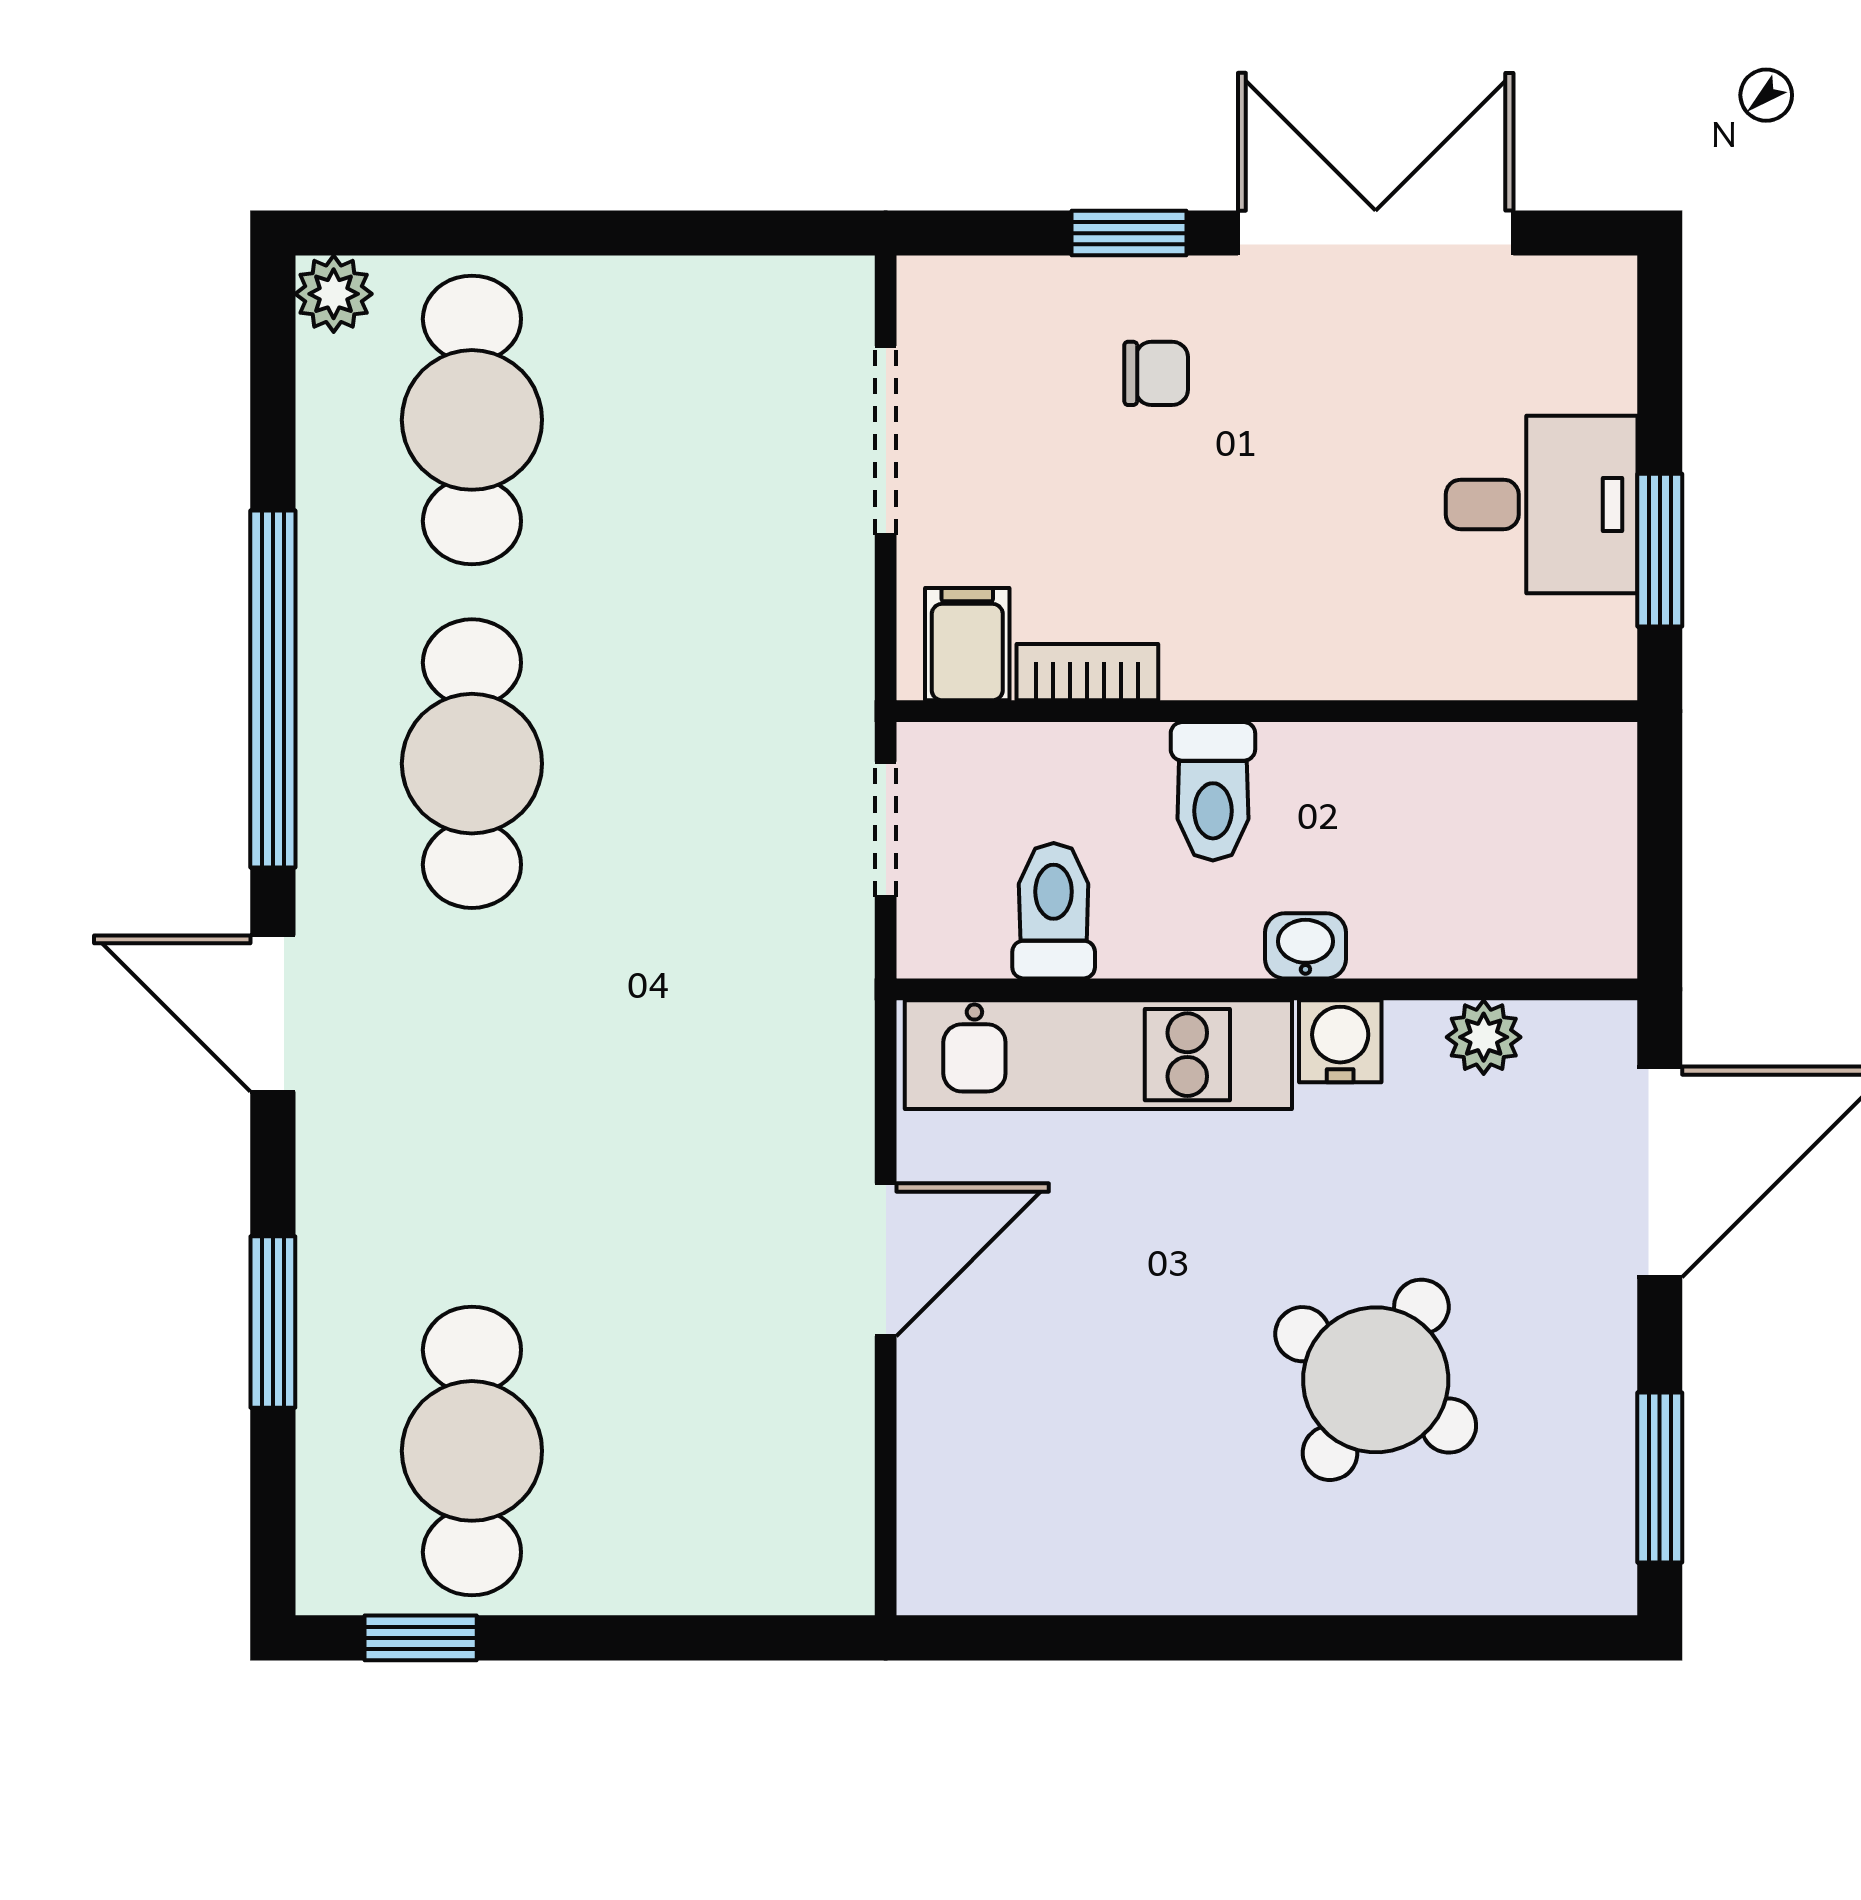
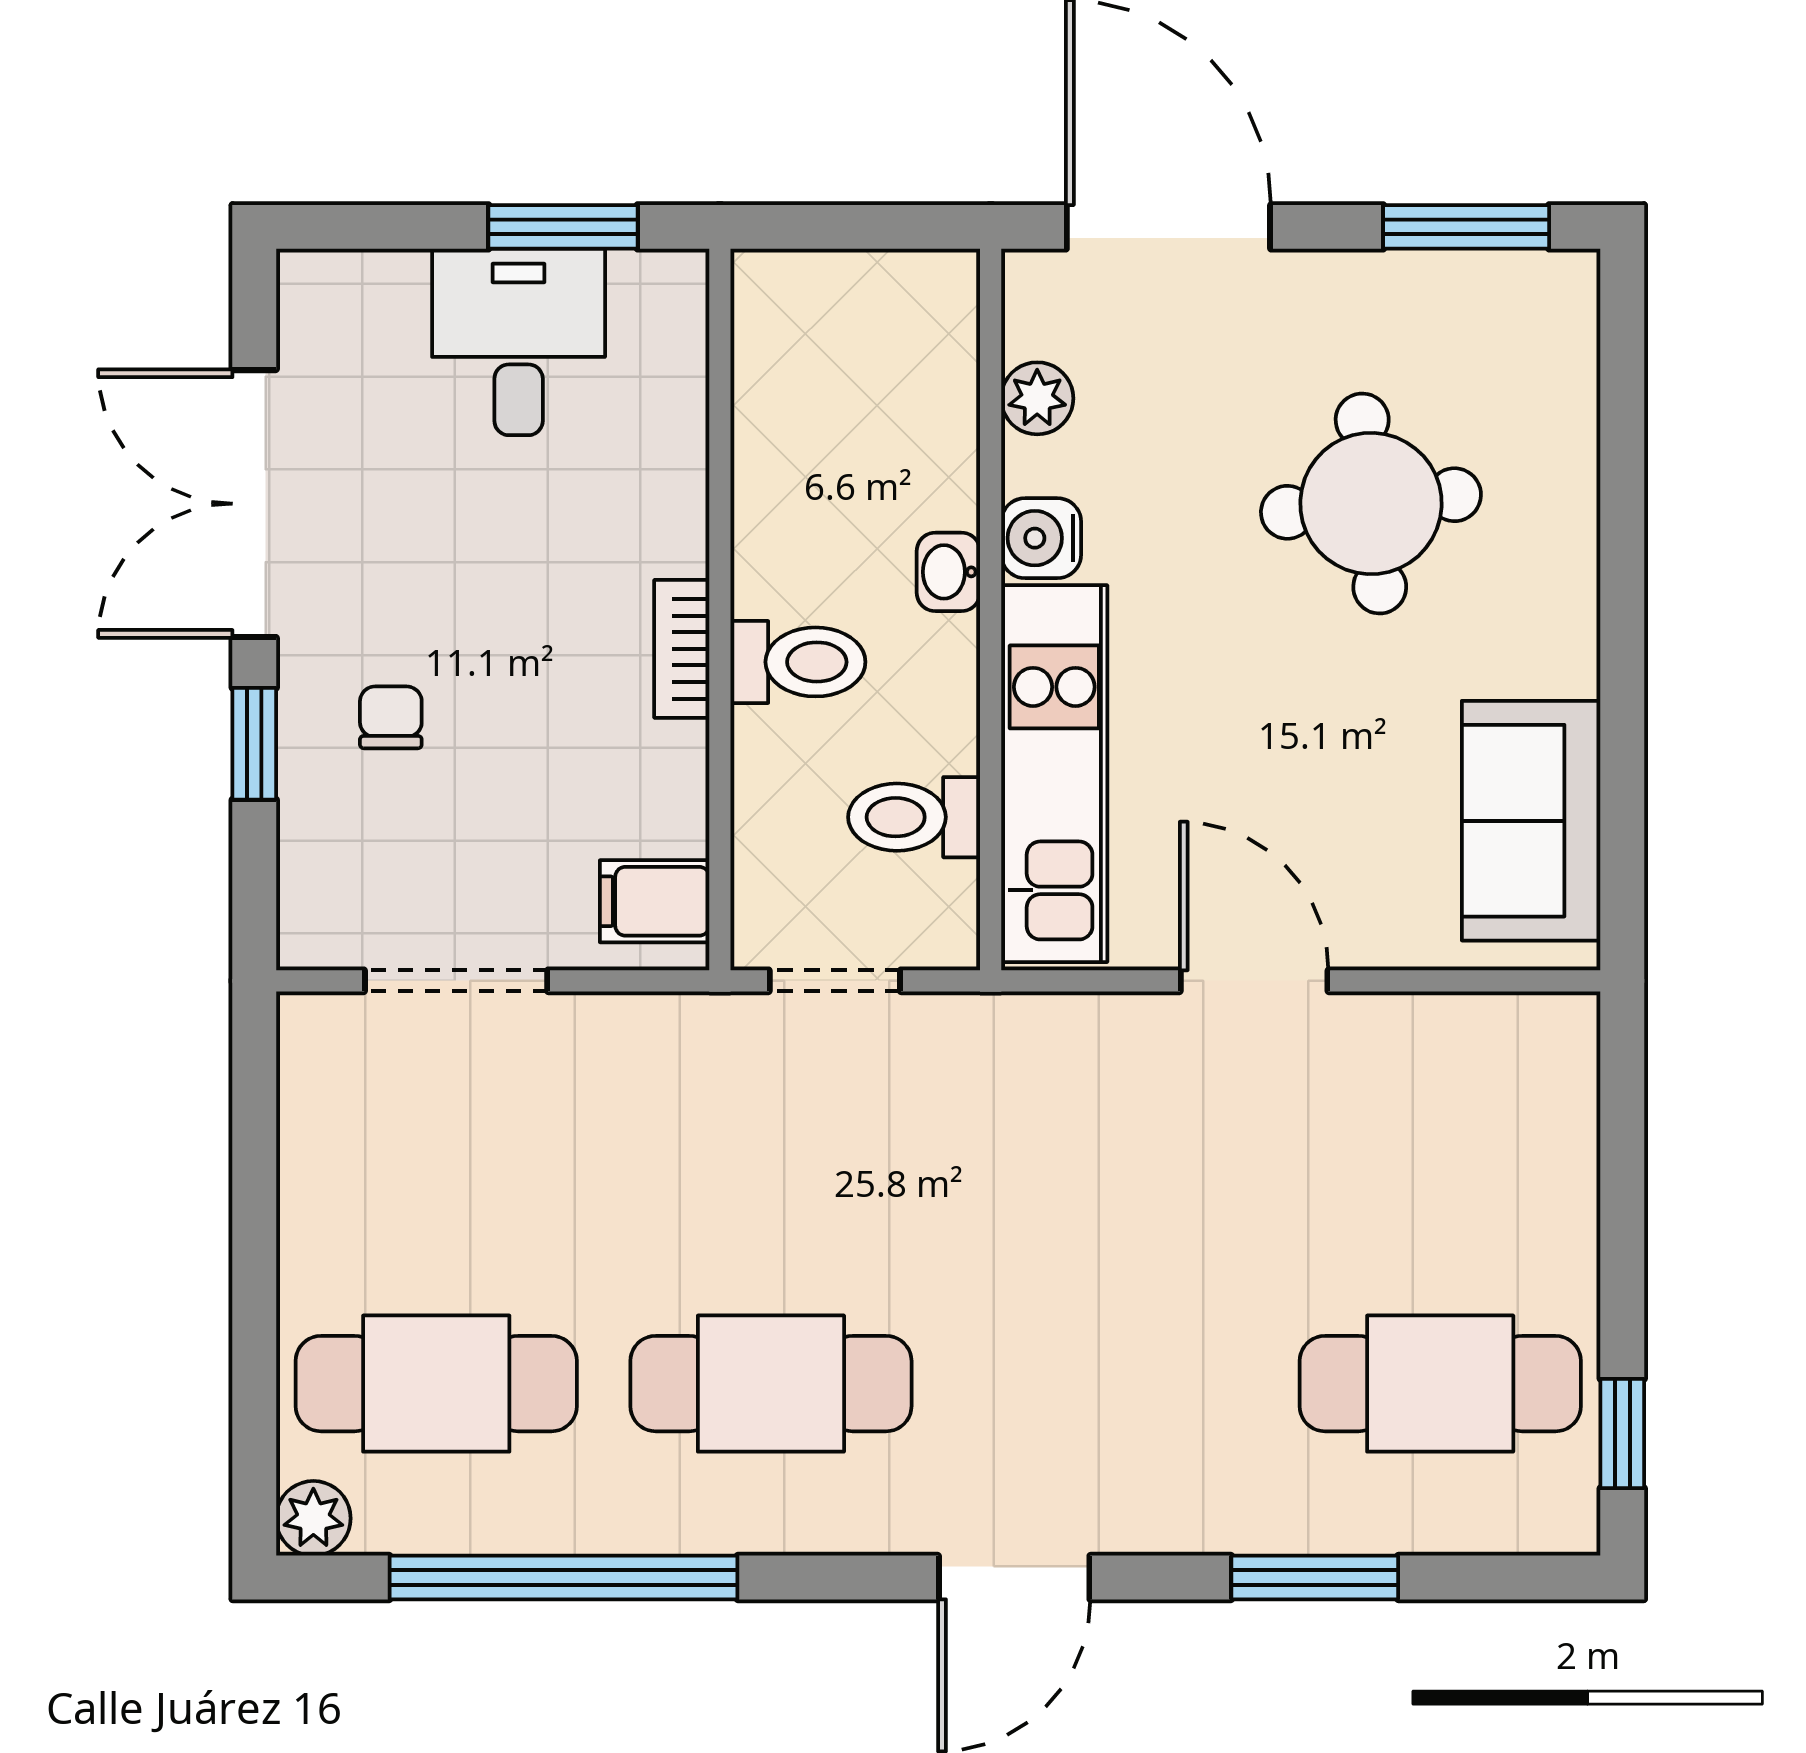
bookcase: (1087, 672) -> (682, 649), moved
window: (273, 689) -> (563, 1577), moved
round table: (1376, 1380) -> (1371, 503), turned -38
sofa: (1050, 1544) -> (1531, 821), added

